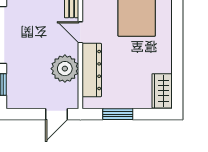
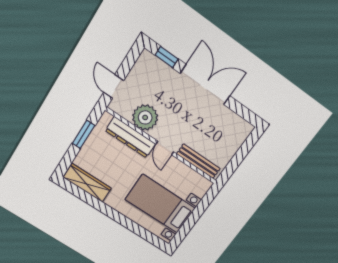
door: (80, 32) -> (165, 148), swing flipped
wardrobe: (162, 91) -> (87, 183), width x1.50

